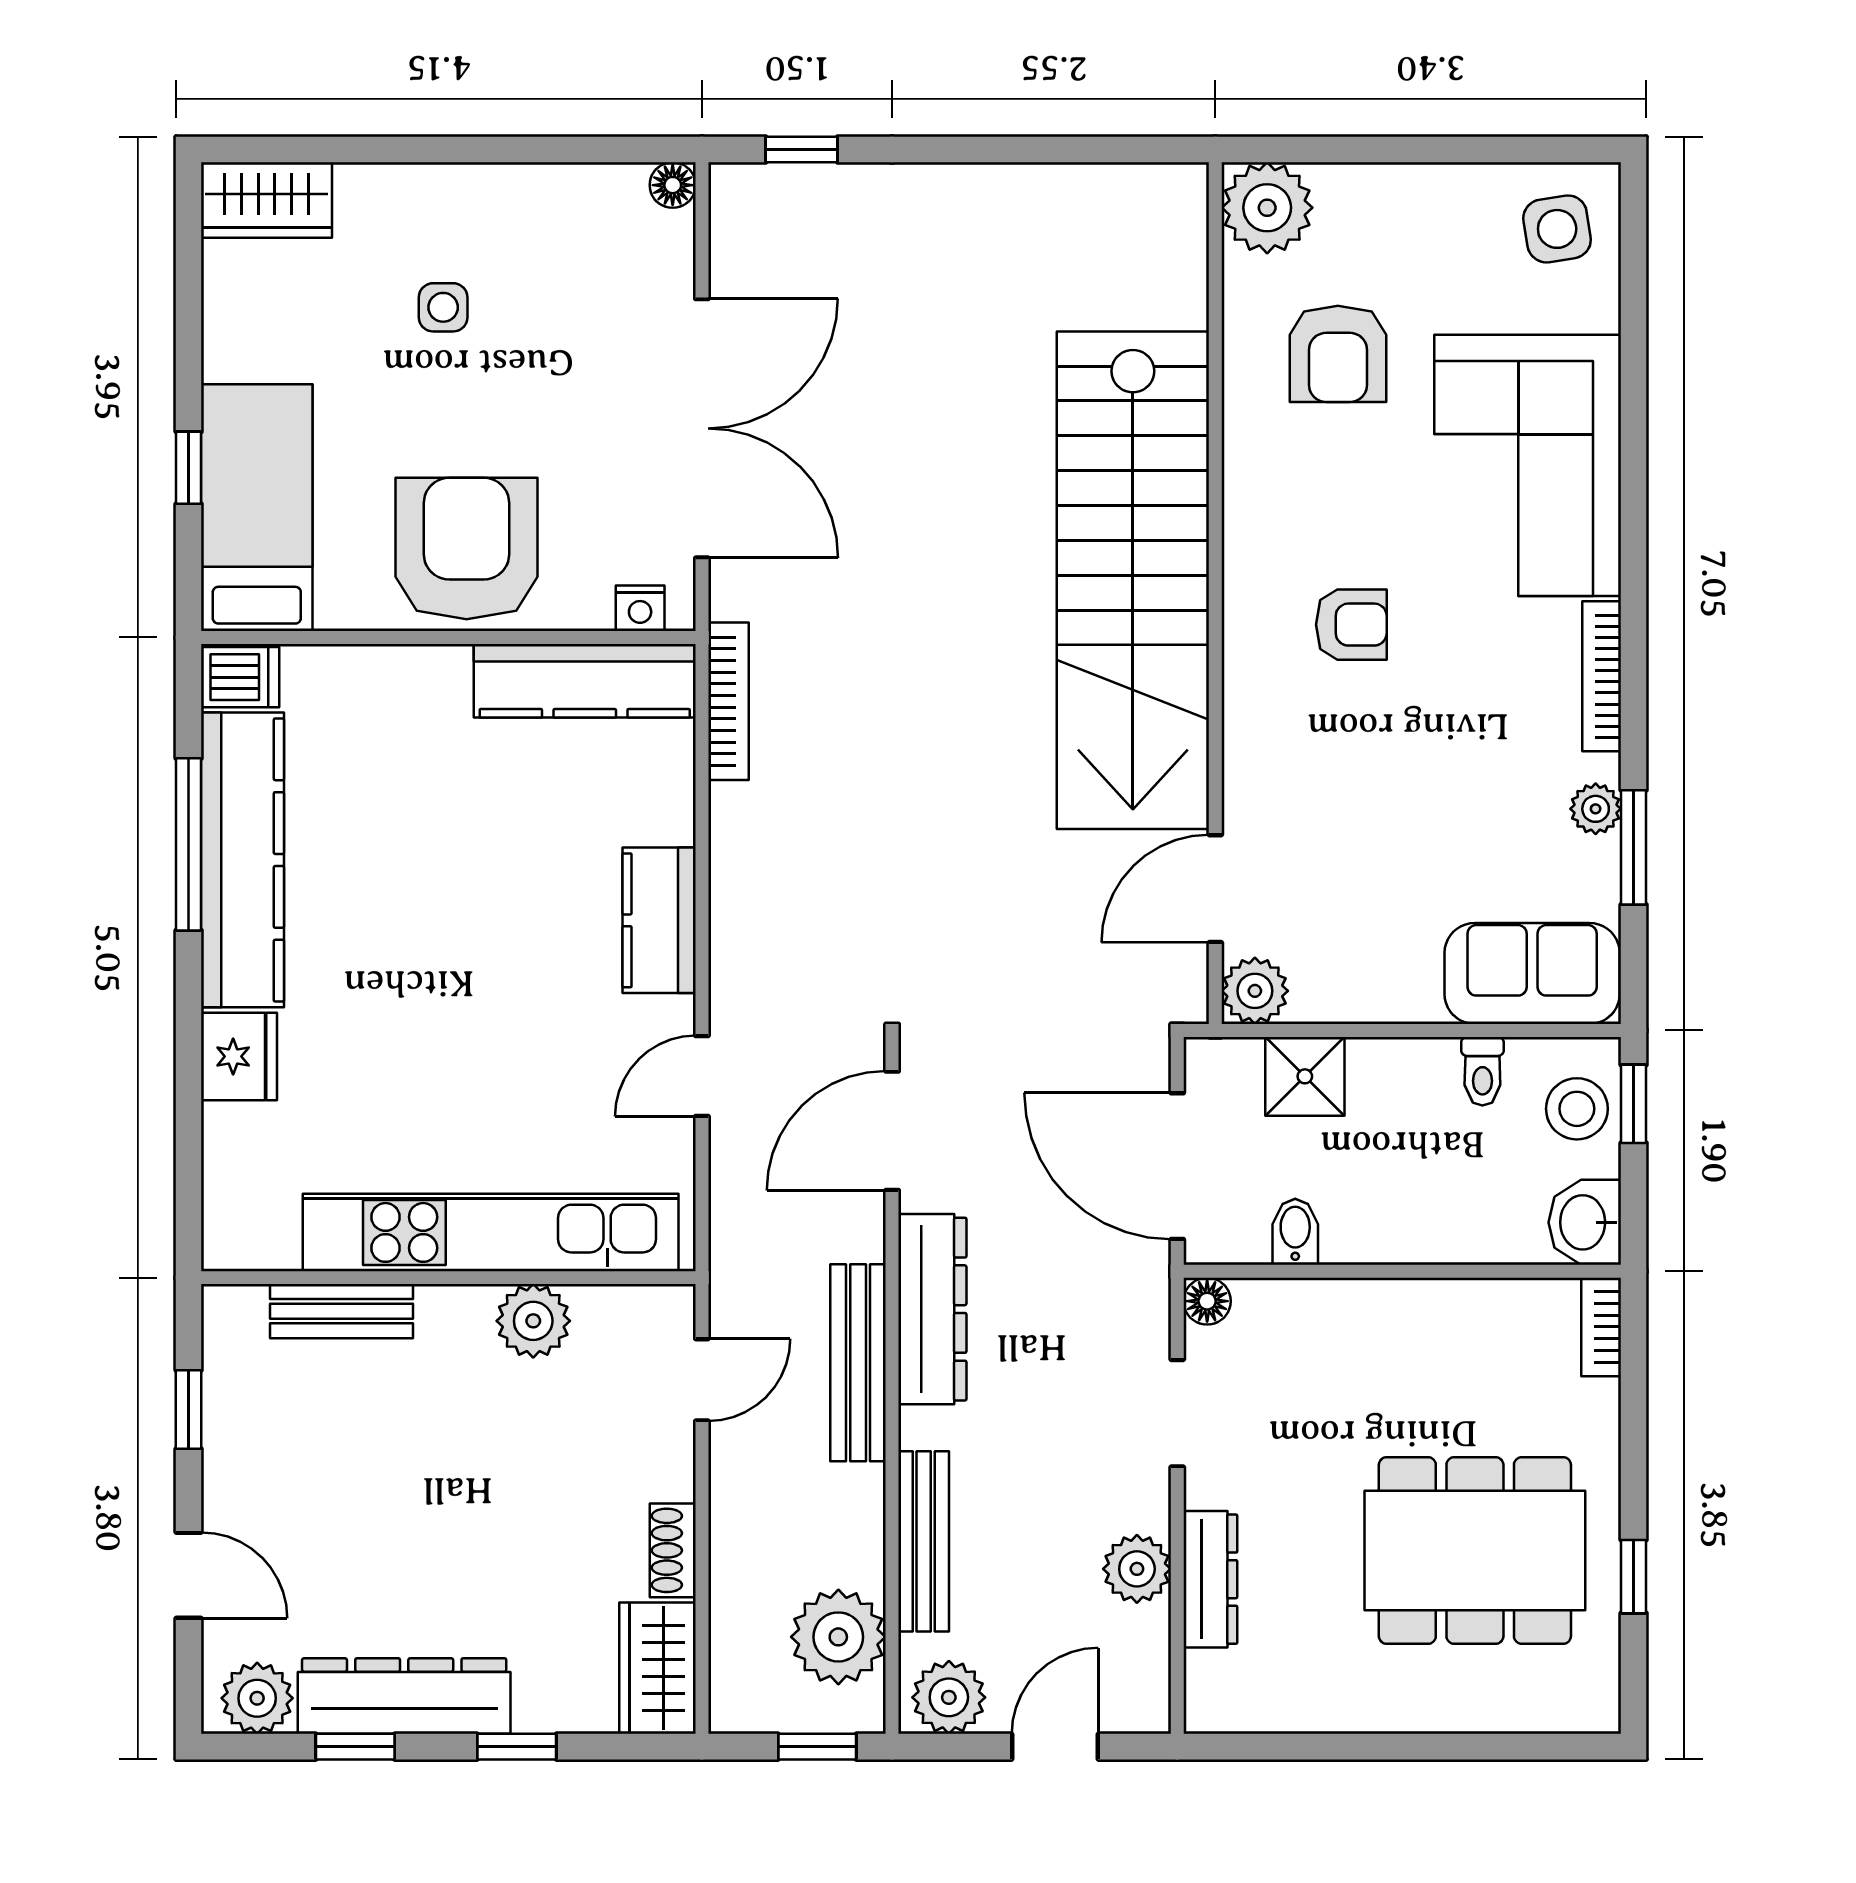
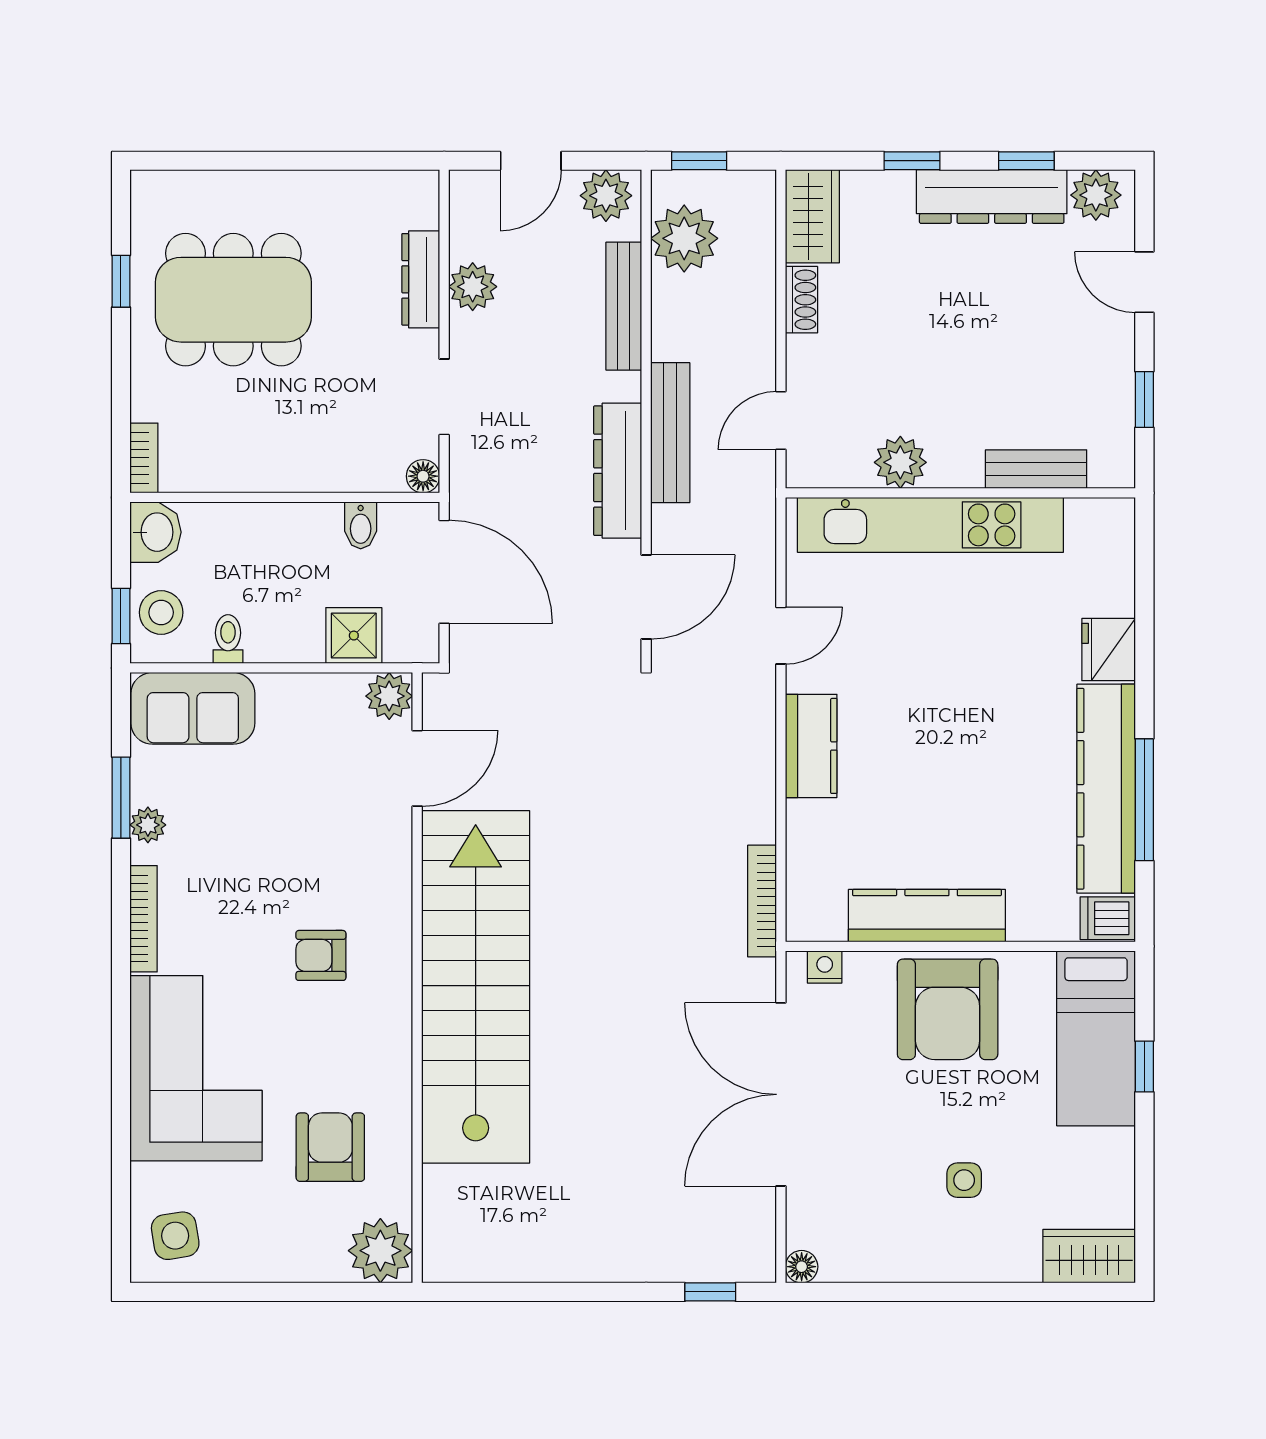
kitchen counter: (585, 681) -> (927, 916), moved

